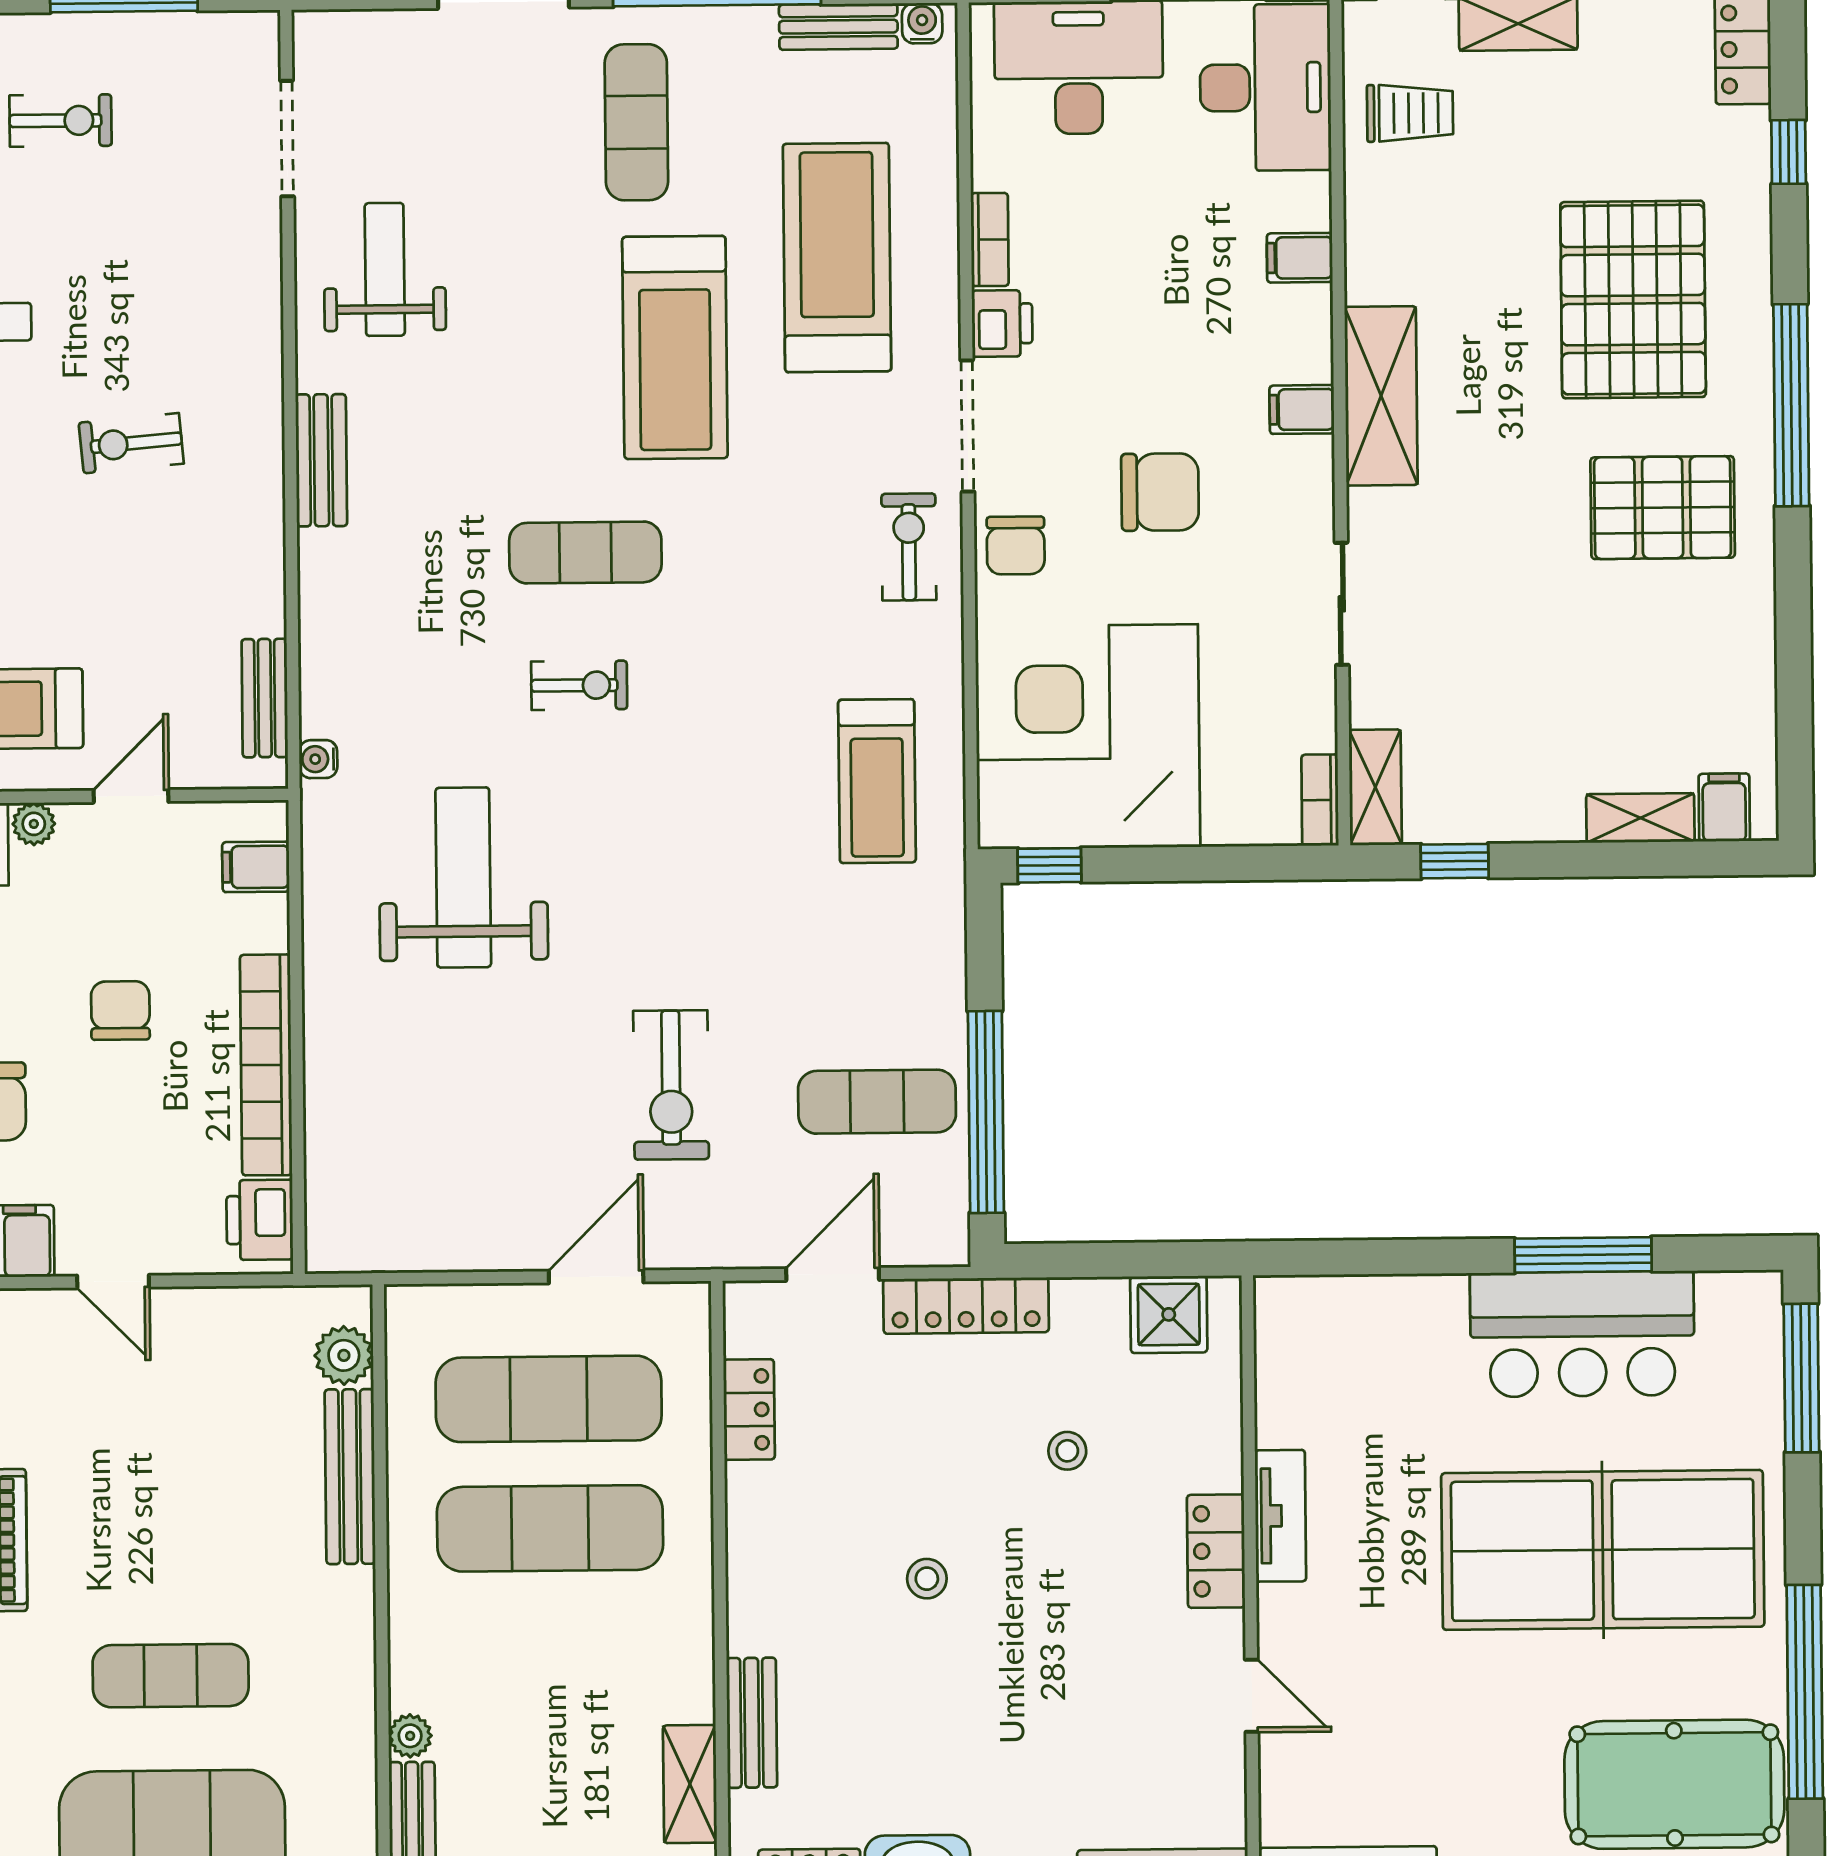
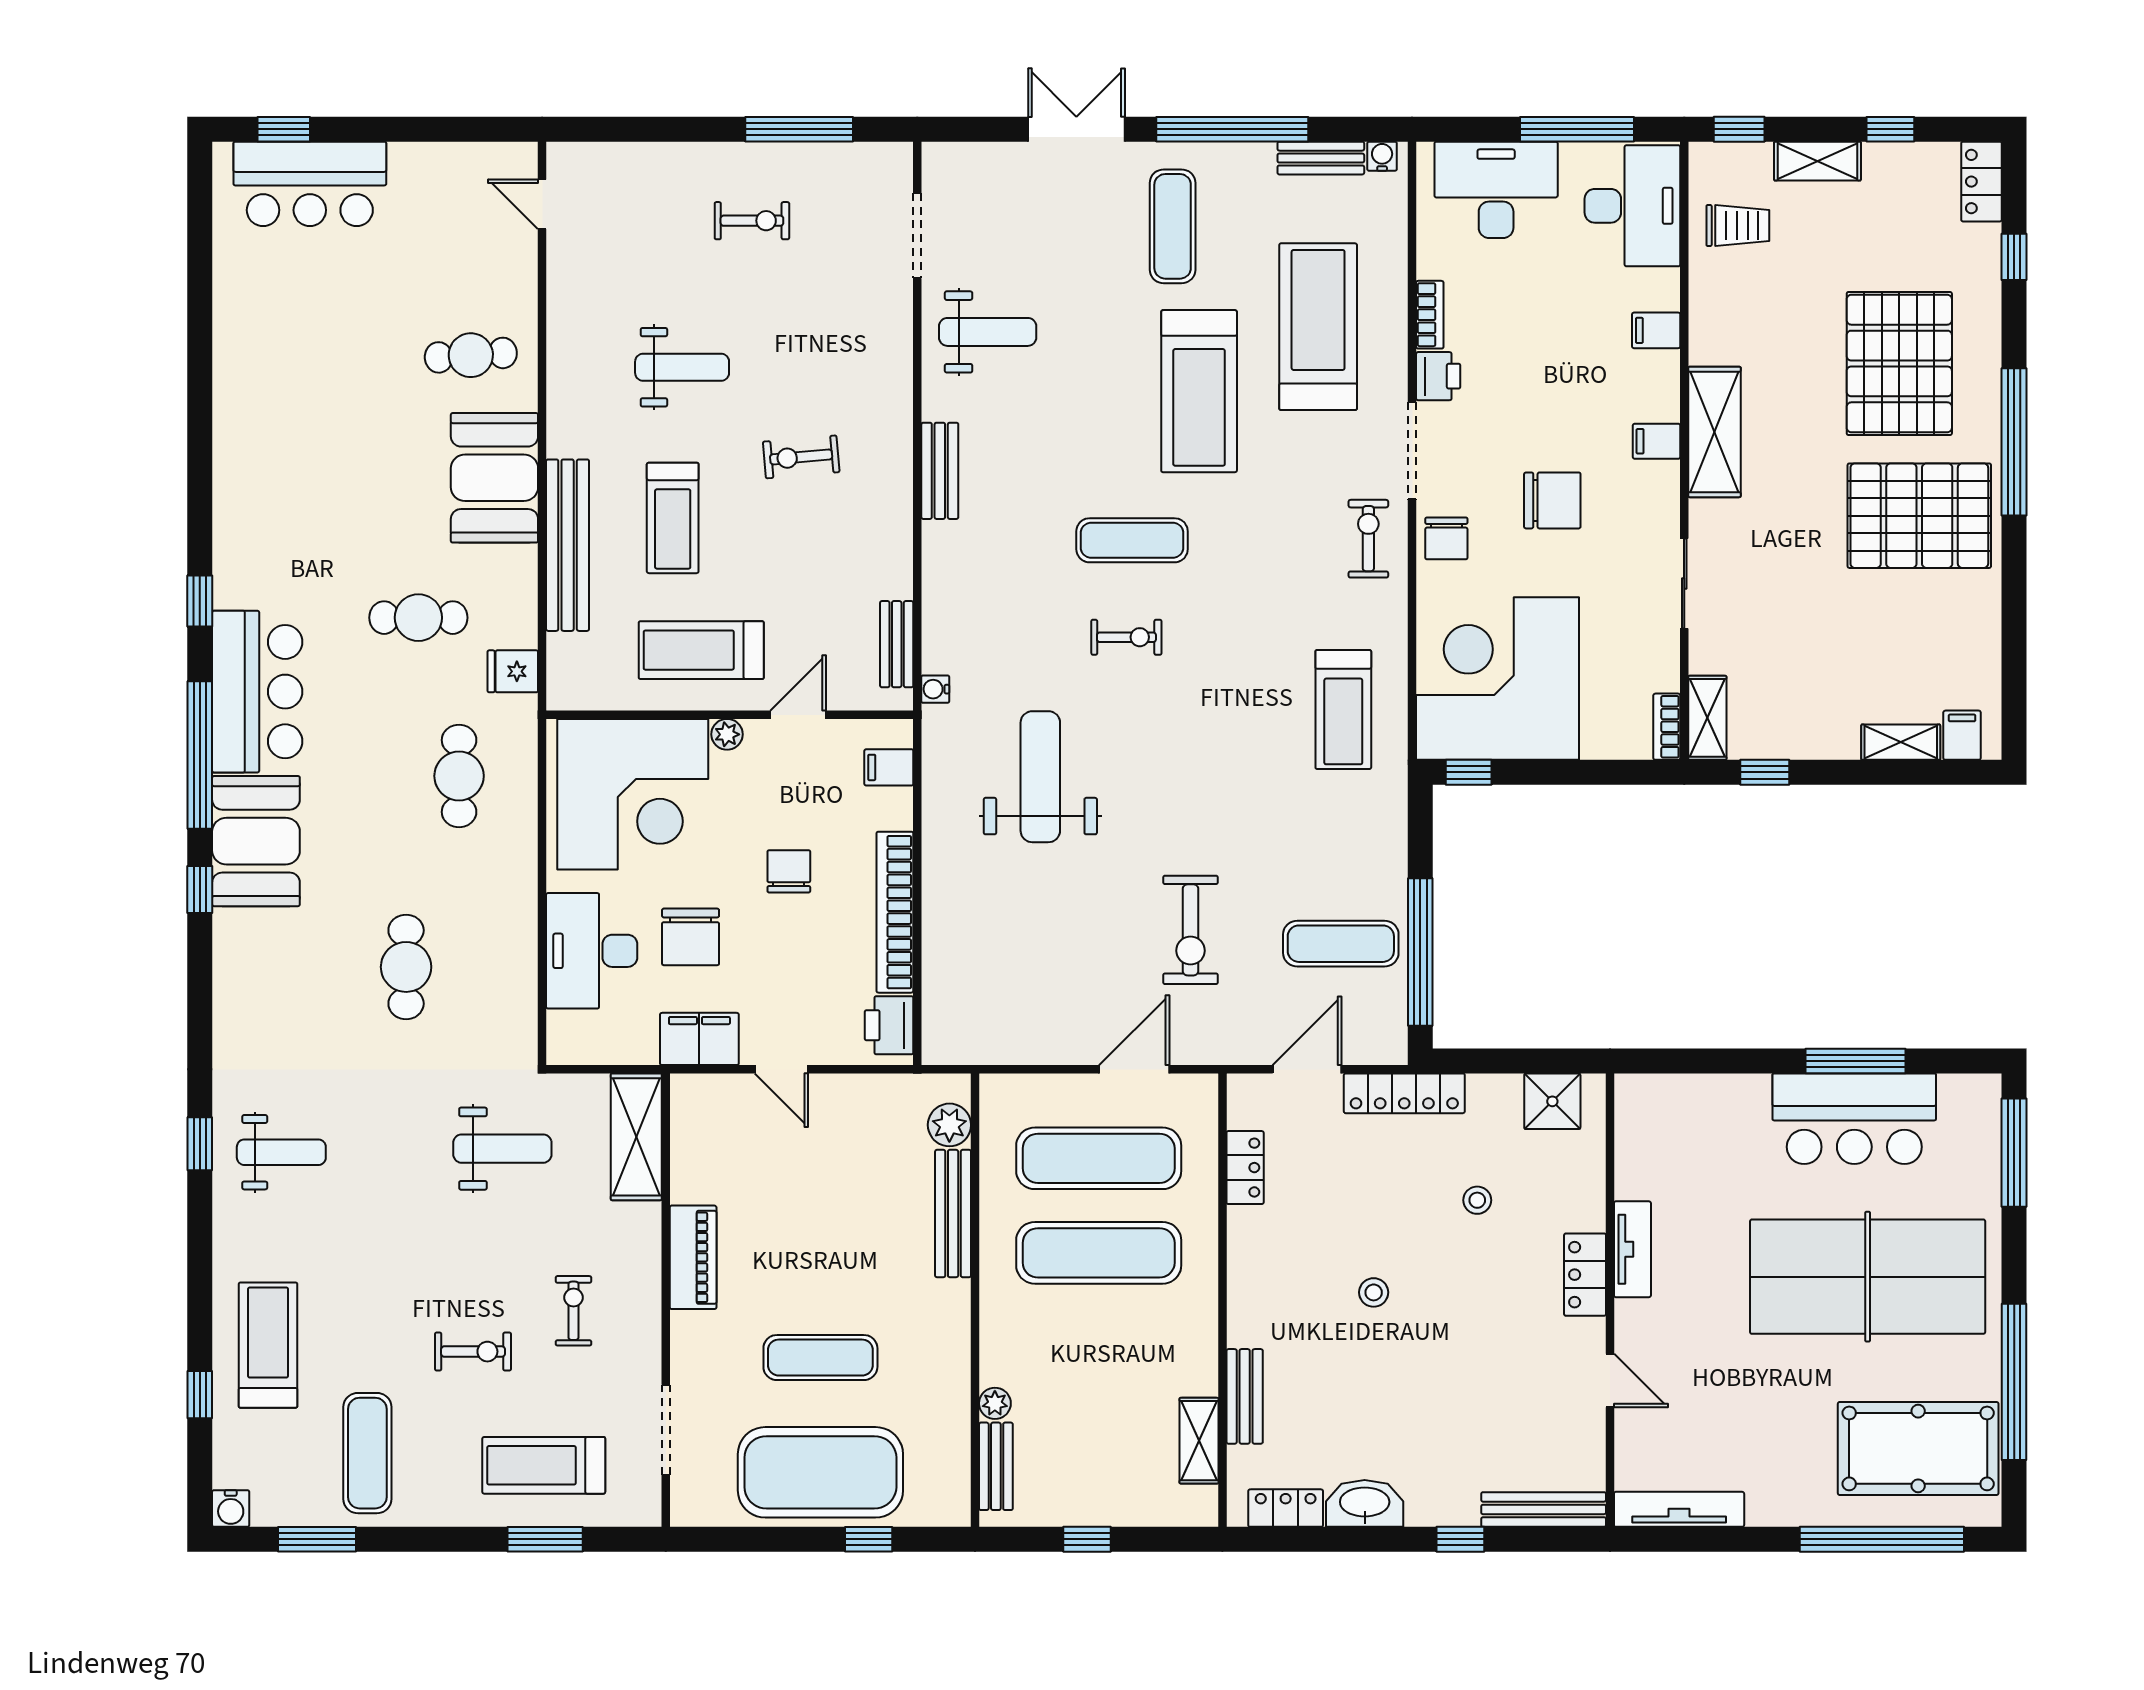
weight bench: (385, 269) -> (988, 332), turned 90
pallet: (1663, 508) -> (1919, 516), width x1.37, depth x1.41

